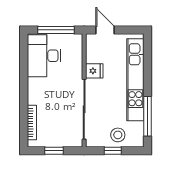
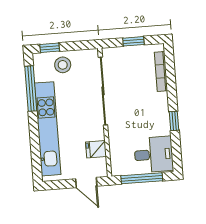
desk: (44, 56) -> (154, 155), width x0.73
fridge: (94, 71) -> (96, 149), moved
window: (24, 78) -> (174, 121), added
window: (113, 151) -> (50, 48), moved

